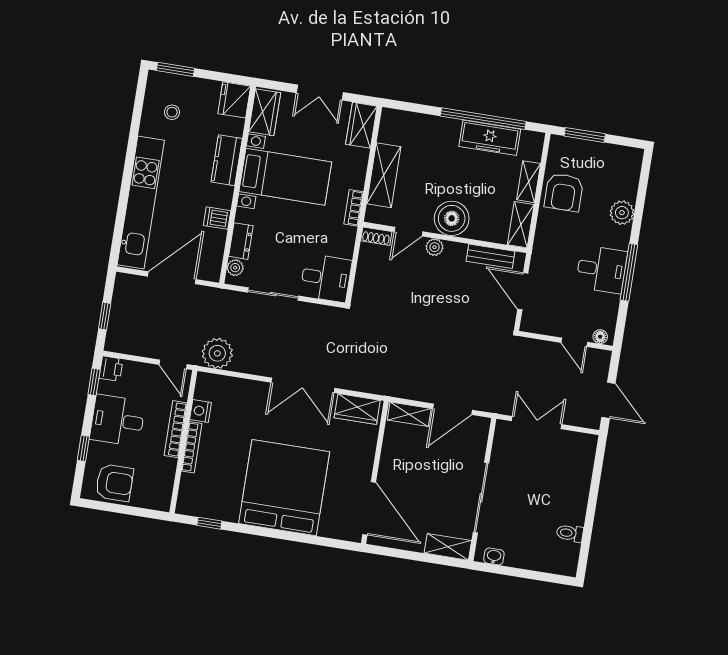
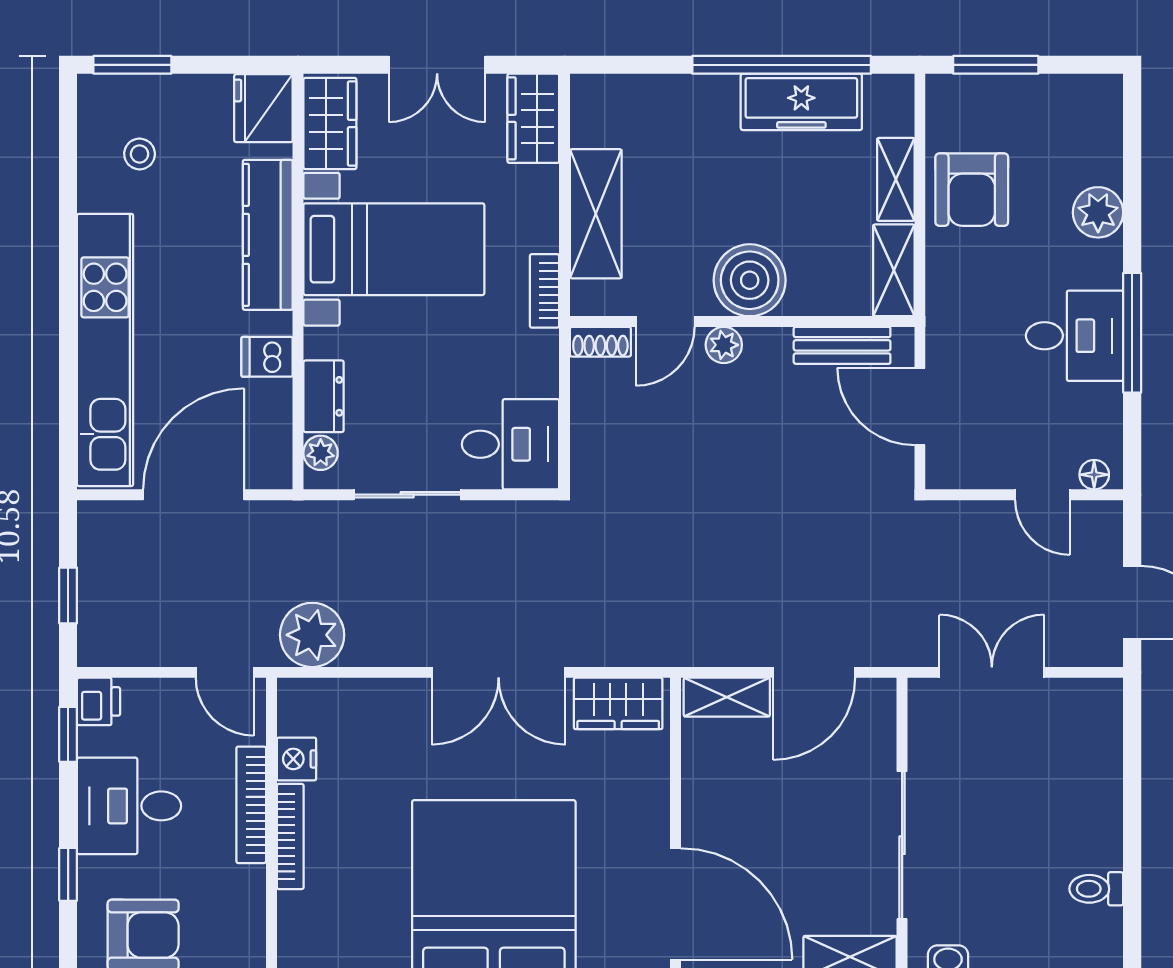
kitchen counter: (227, 160) -> (268, 235), width x1.50

